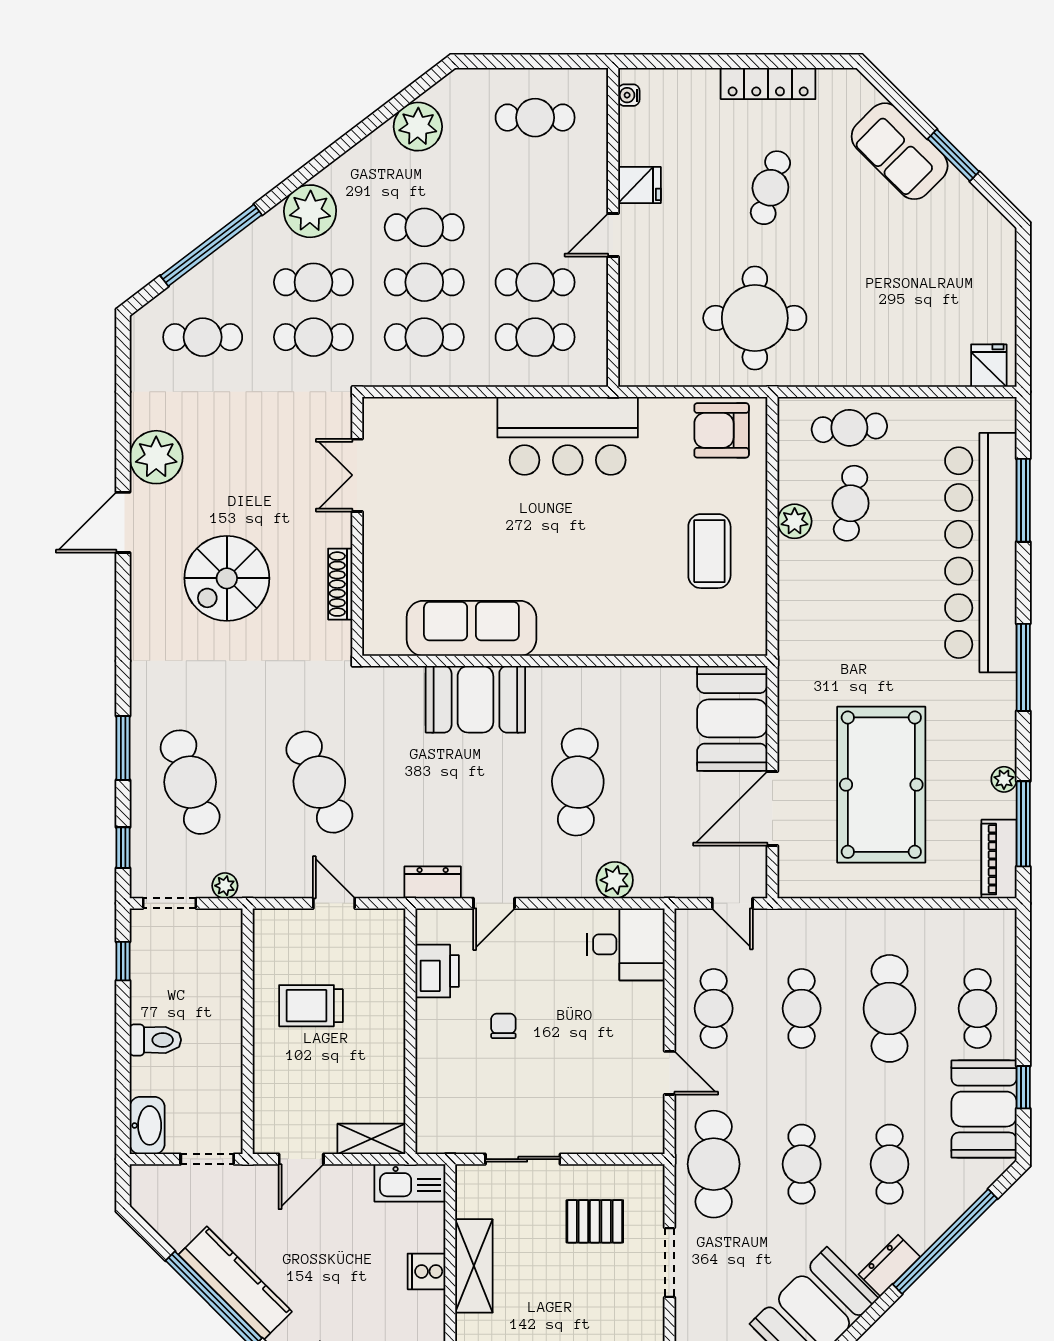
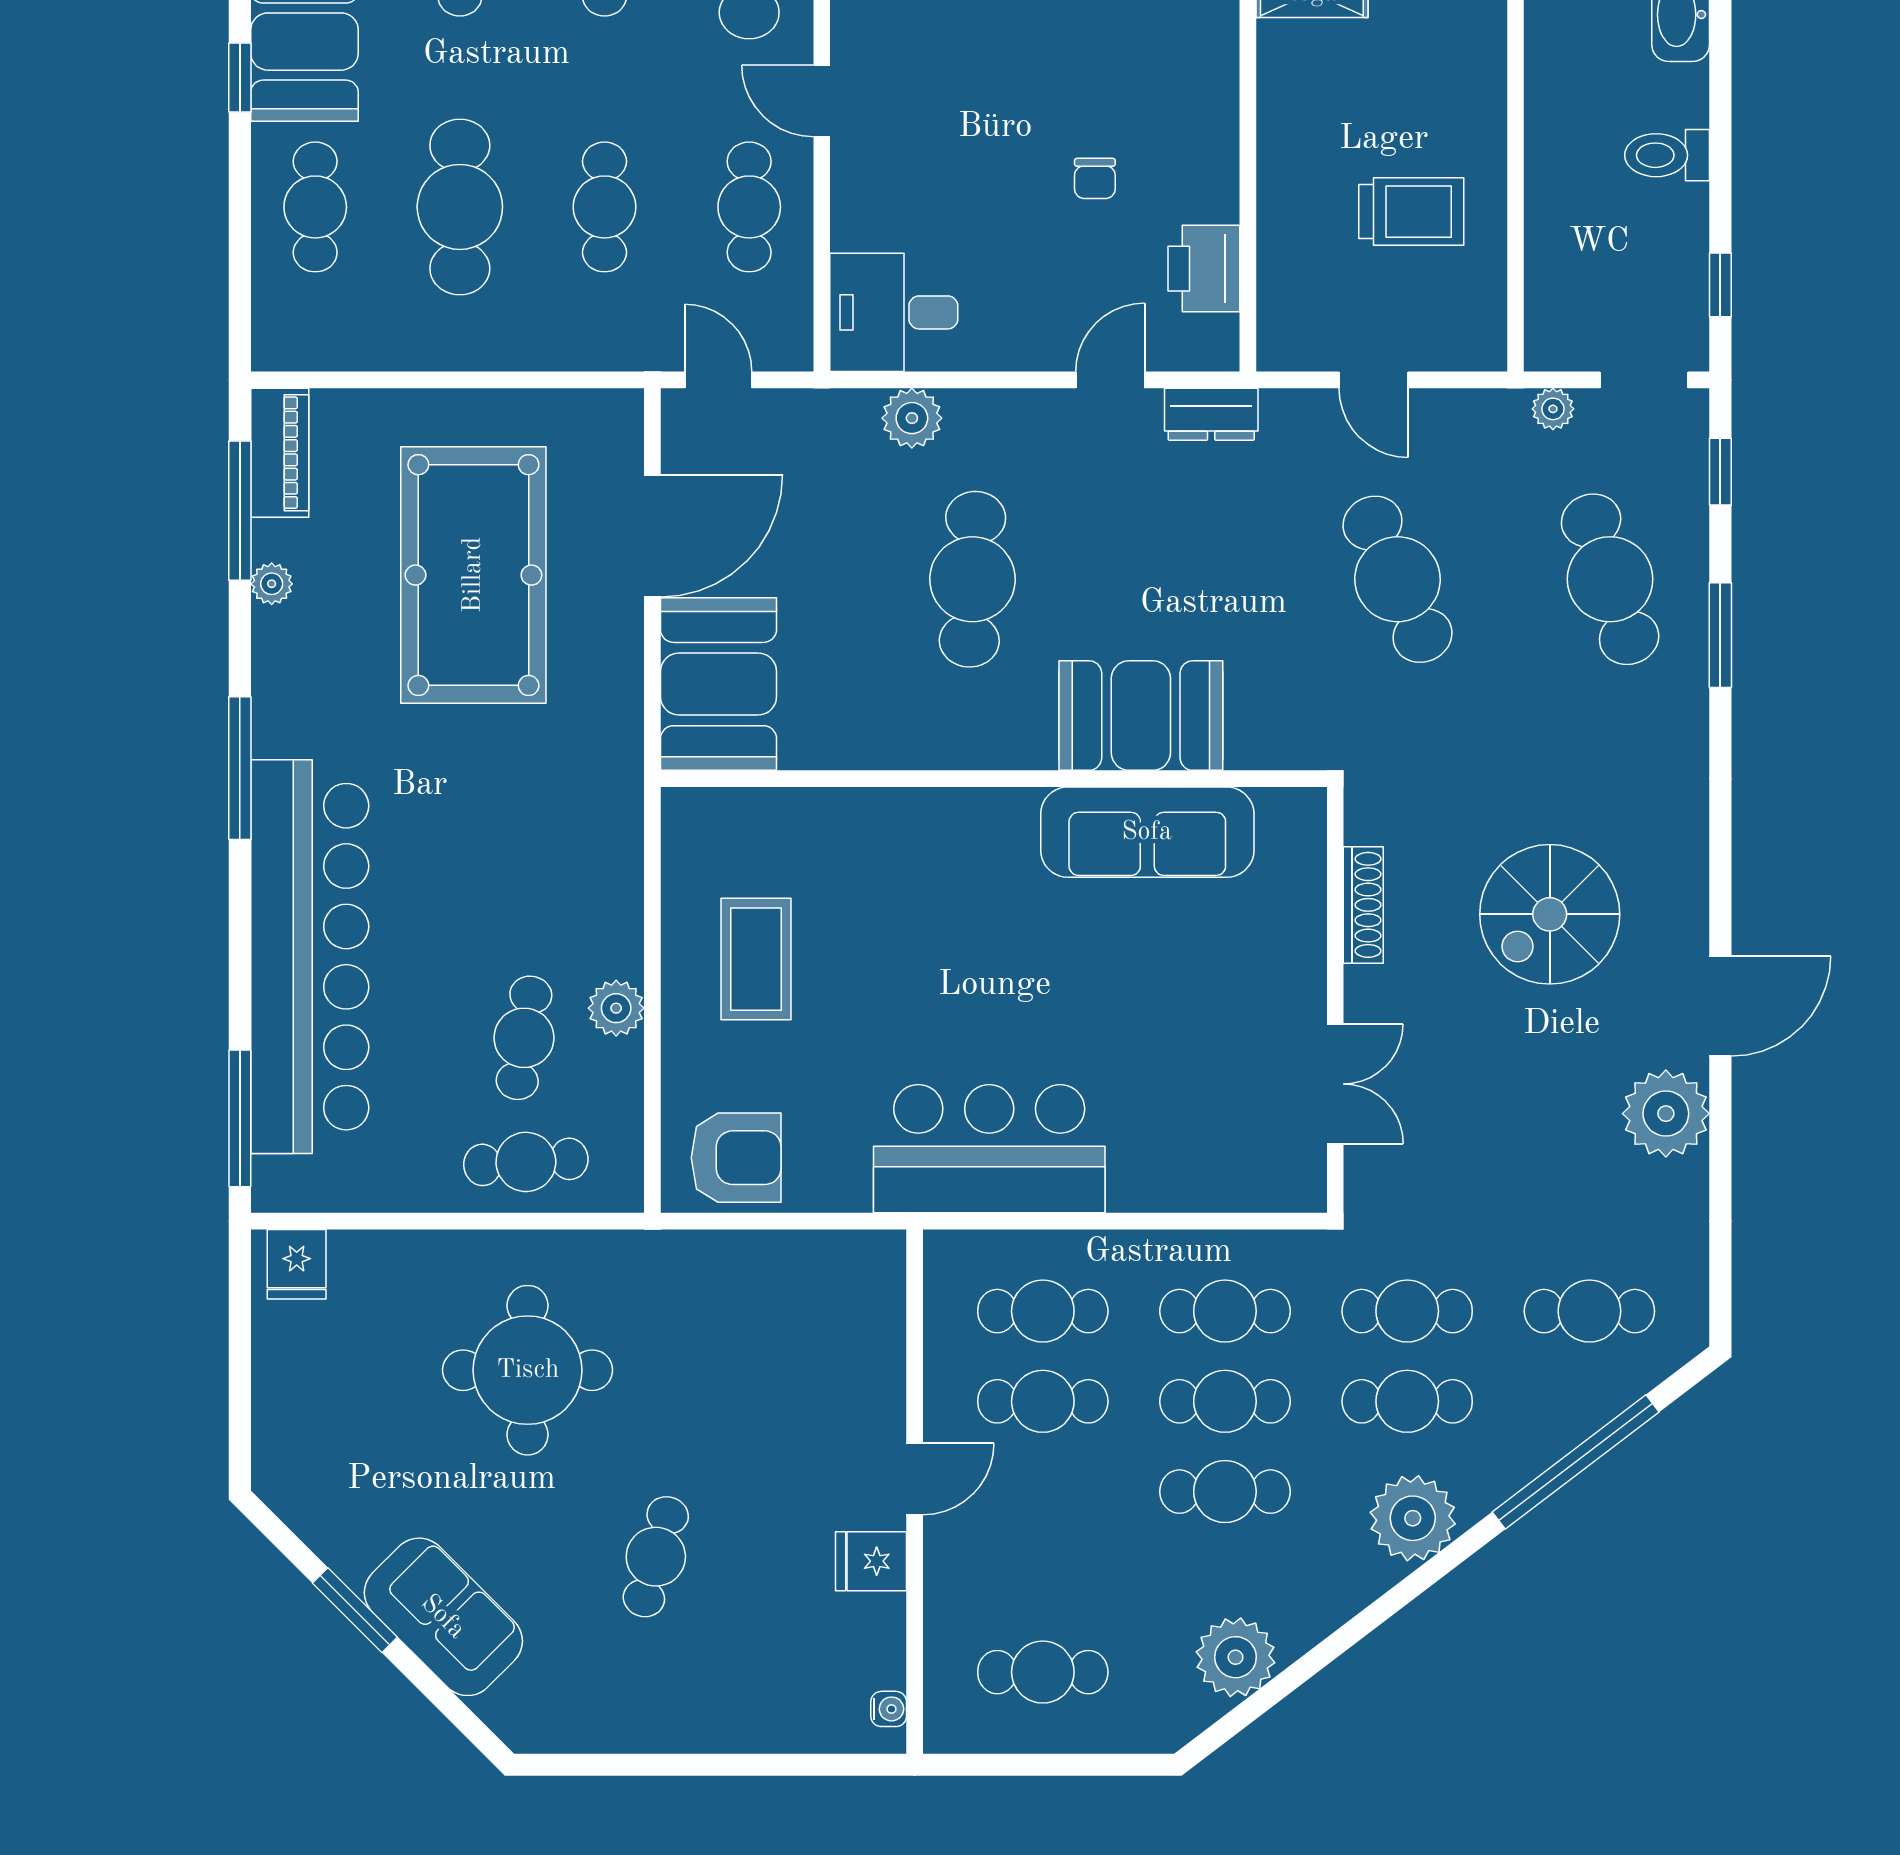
locker: (768, 84) -> (660, 1728), removed
round table: (755, 318) -> (528, 1370), moved
window: (1023, 500) -> (240, 1118), moved
spiral stairs: (227, 578) -> (1550, 914), turned 180

